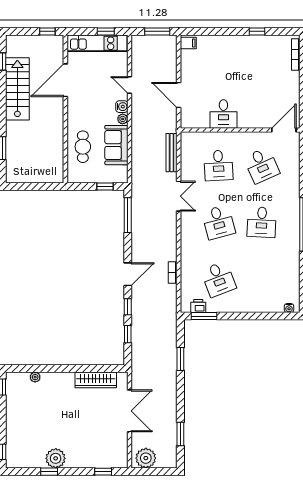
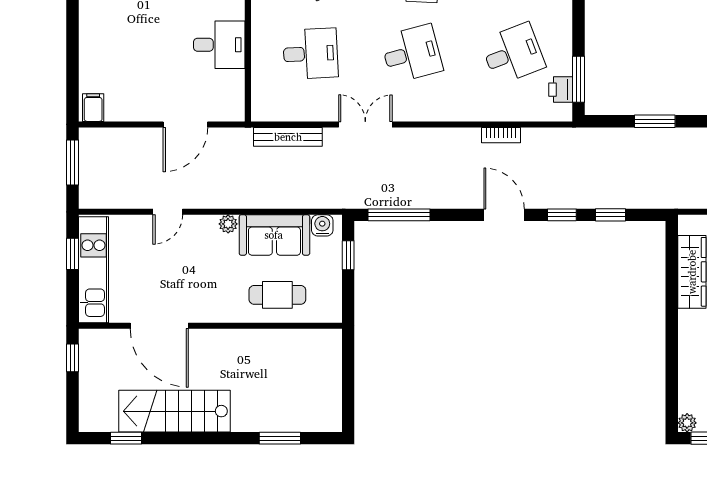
water cooler: (122, 107) -> (322, 225), moved
plant: (35, 377) -> (687, 423), moved

